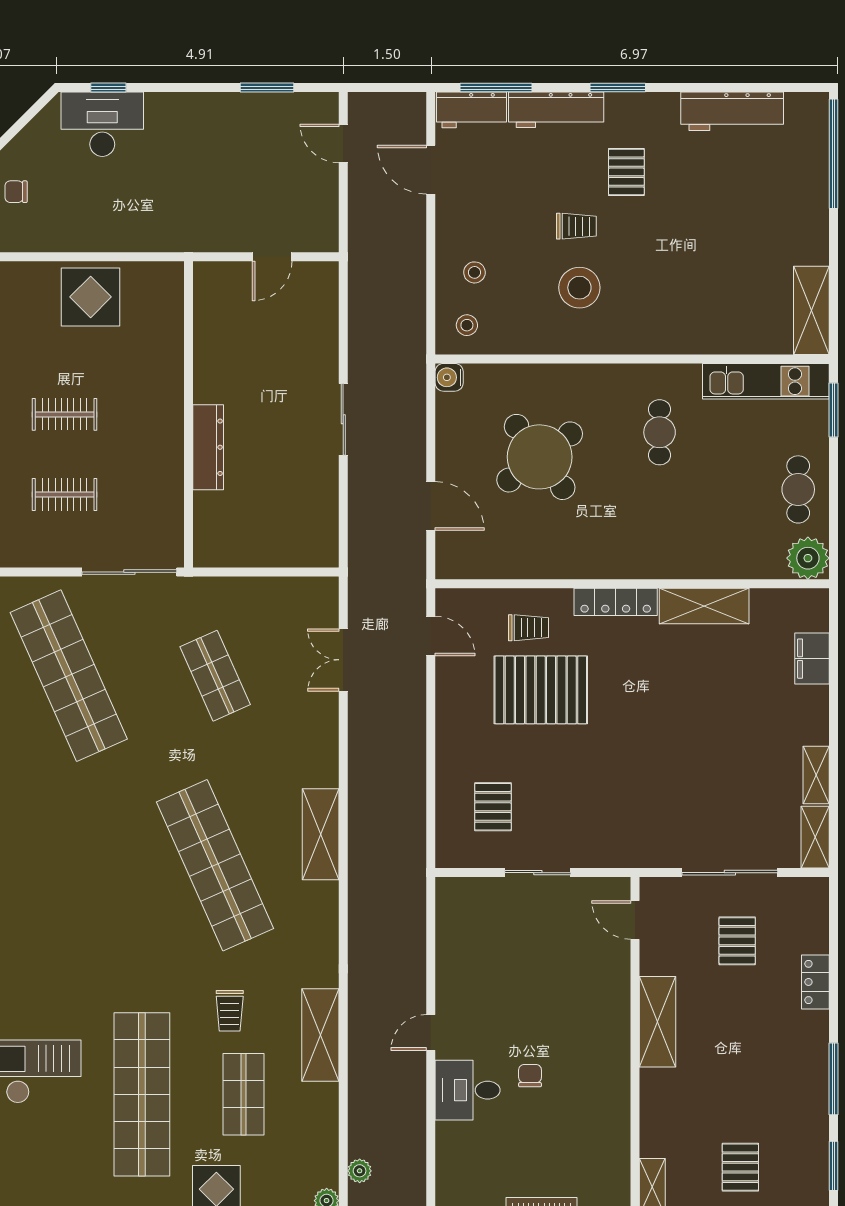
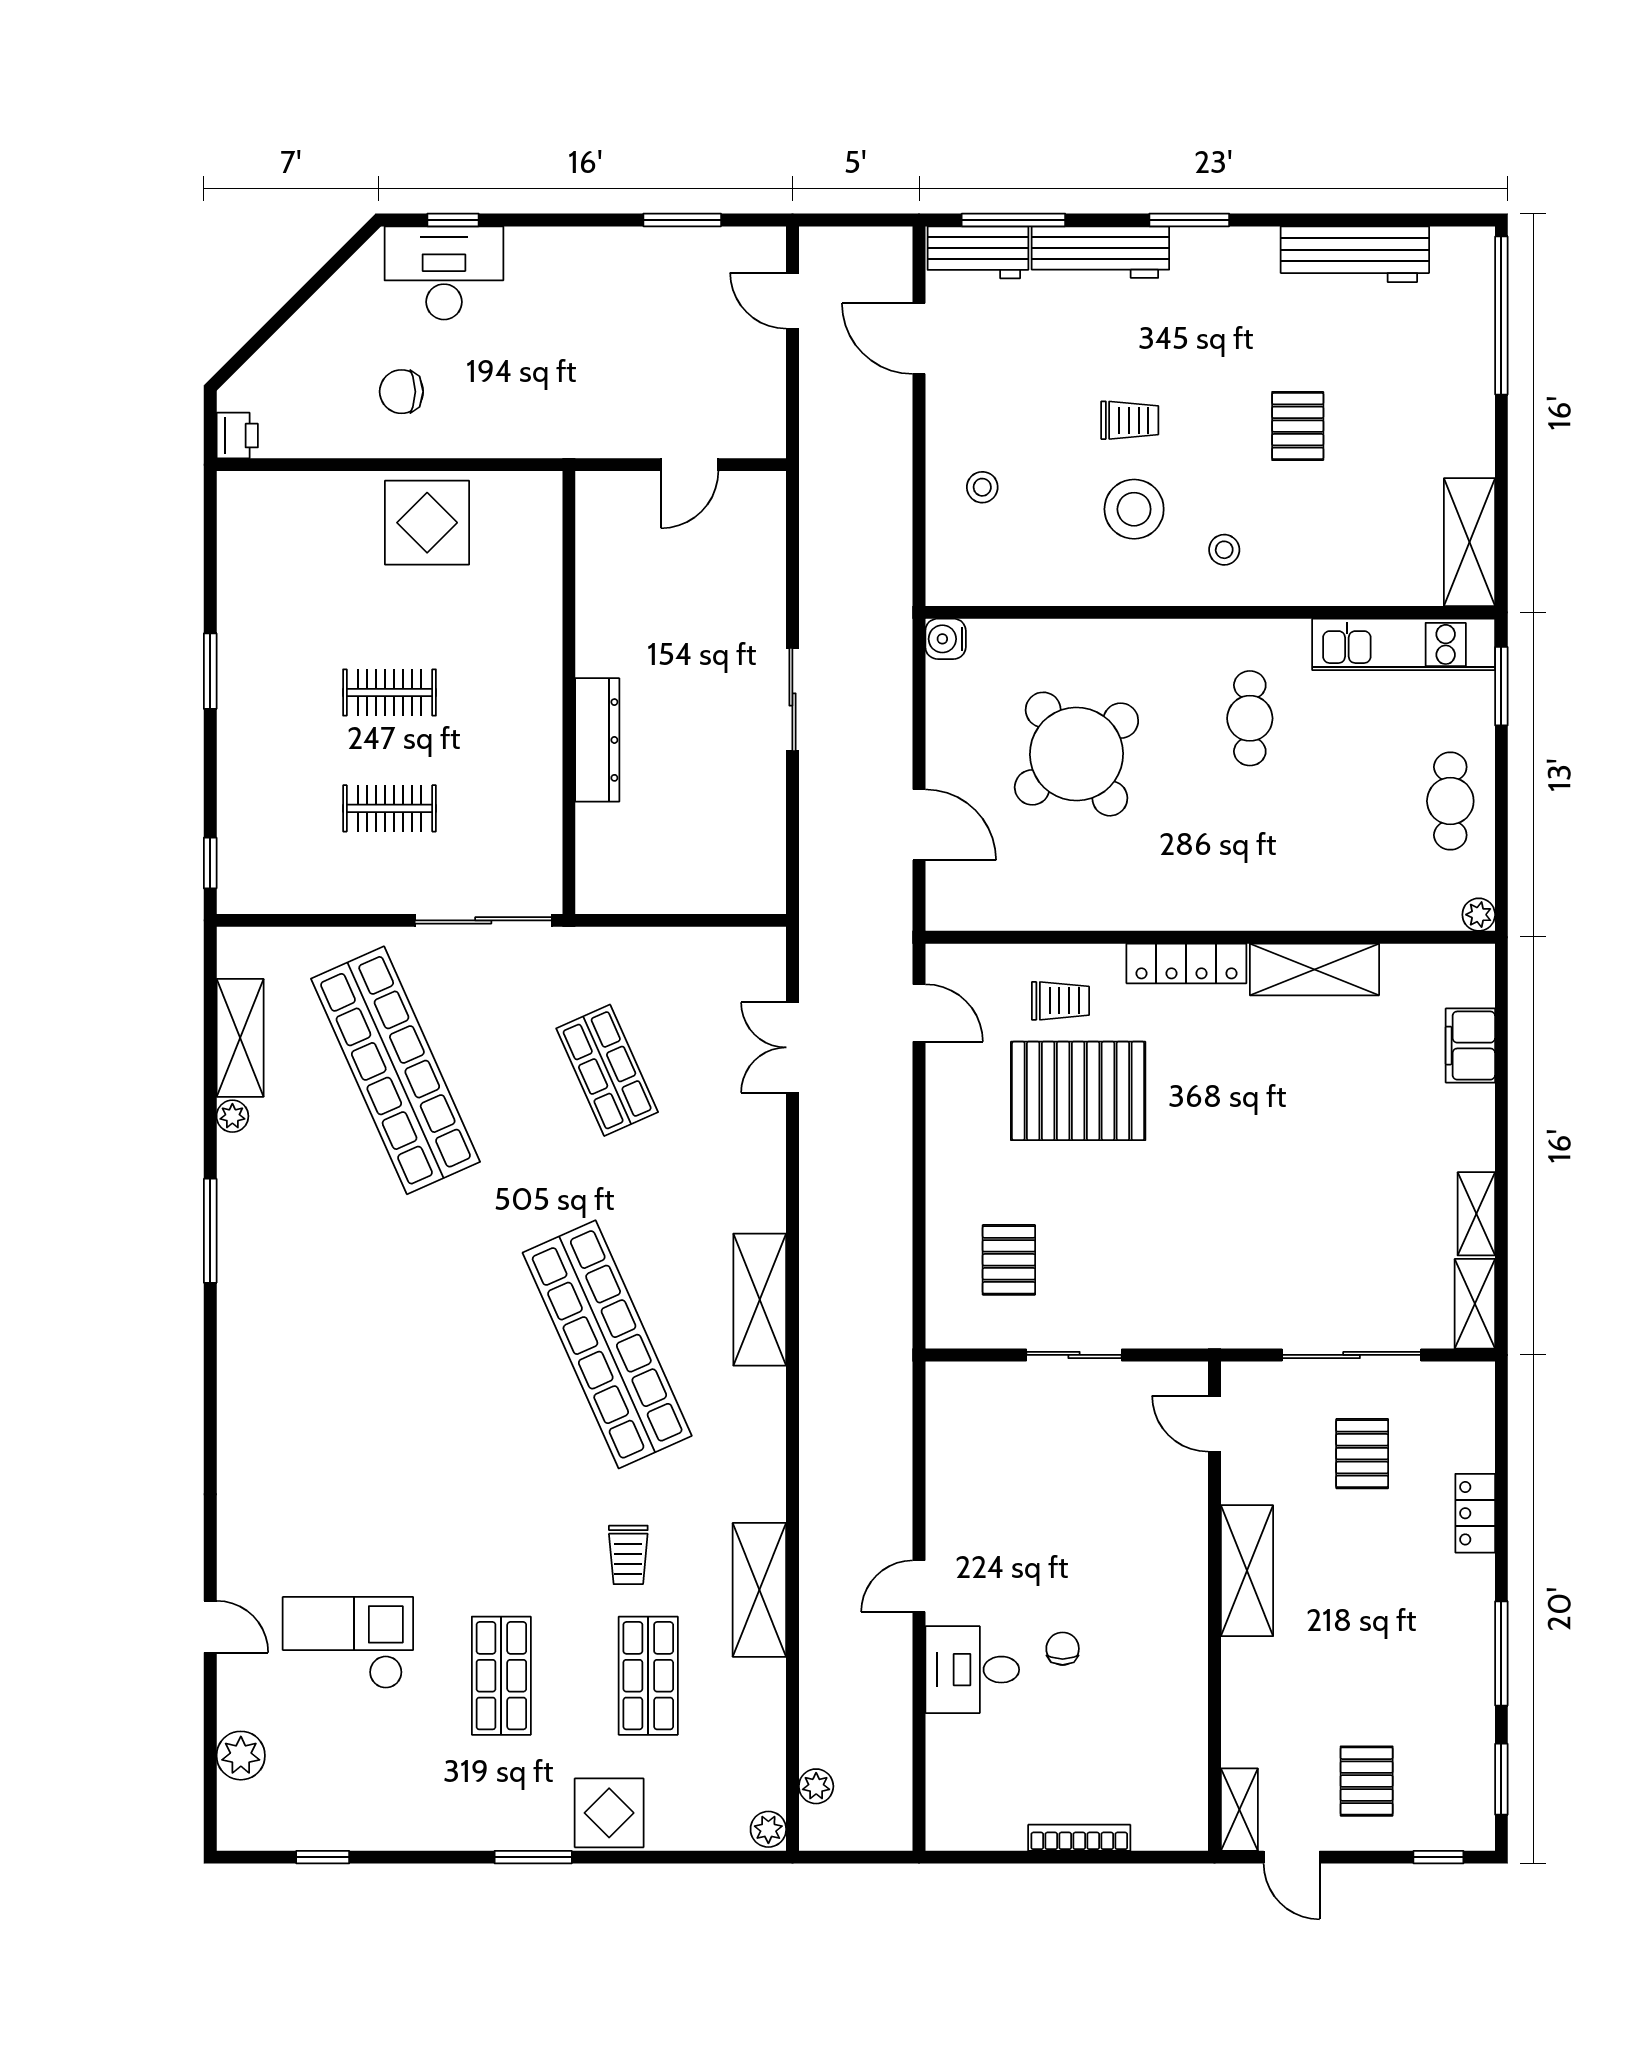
pallet: (626, 172) -> (1298, 426), moved
chair: (16, 192) -> (401, 392), moved, width x1.37, depth x1.37
stool: (467, 325) -> (1224, 550), moved
plant: (808, 558) -> (1479, 915), width x0.53, depth x0.53
shop shelf: (142, 1094) -> (501, 1676), width x0.50, depth x0.74

